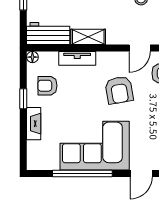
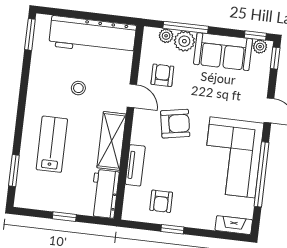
shelving: (88, 37) -> (112, 141), width x1.50, depth x1.33
floor lamp: (32, 57) -> (128, 214), removed
fireplace: (34, 124) -> (234, 225), moved

